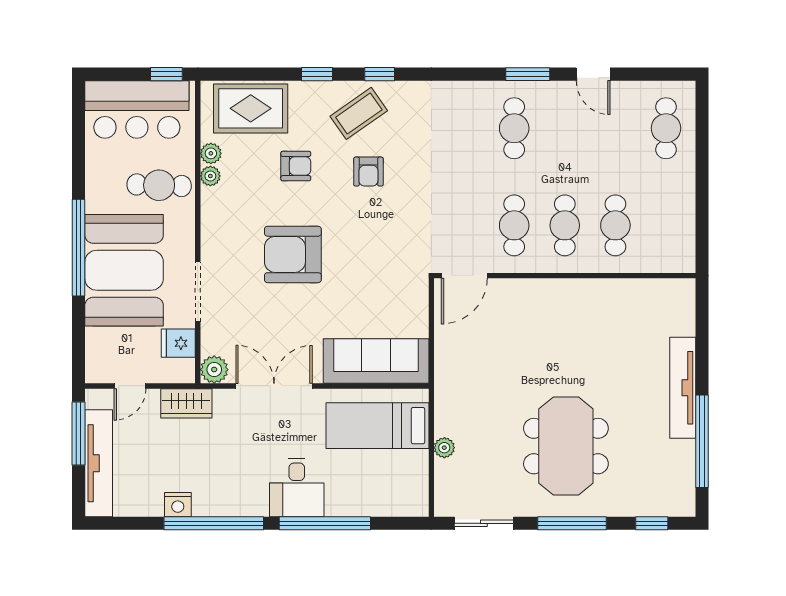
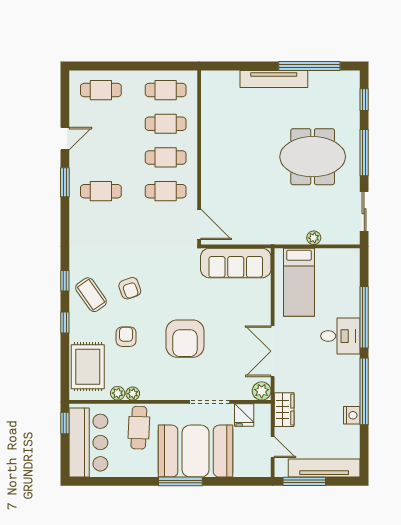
armchair: (368, 172) -> (130, 288), turned 70
cafe table: (666, 225) -> (166, 90), added
window: (78, 248) -> (180, 481), width x0.68
sofa: (376, 361) -> (236, 263), moved, turned -90

